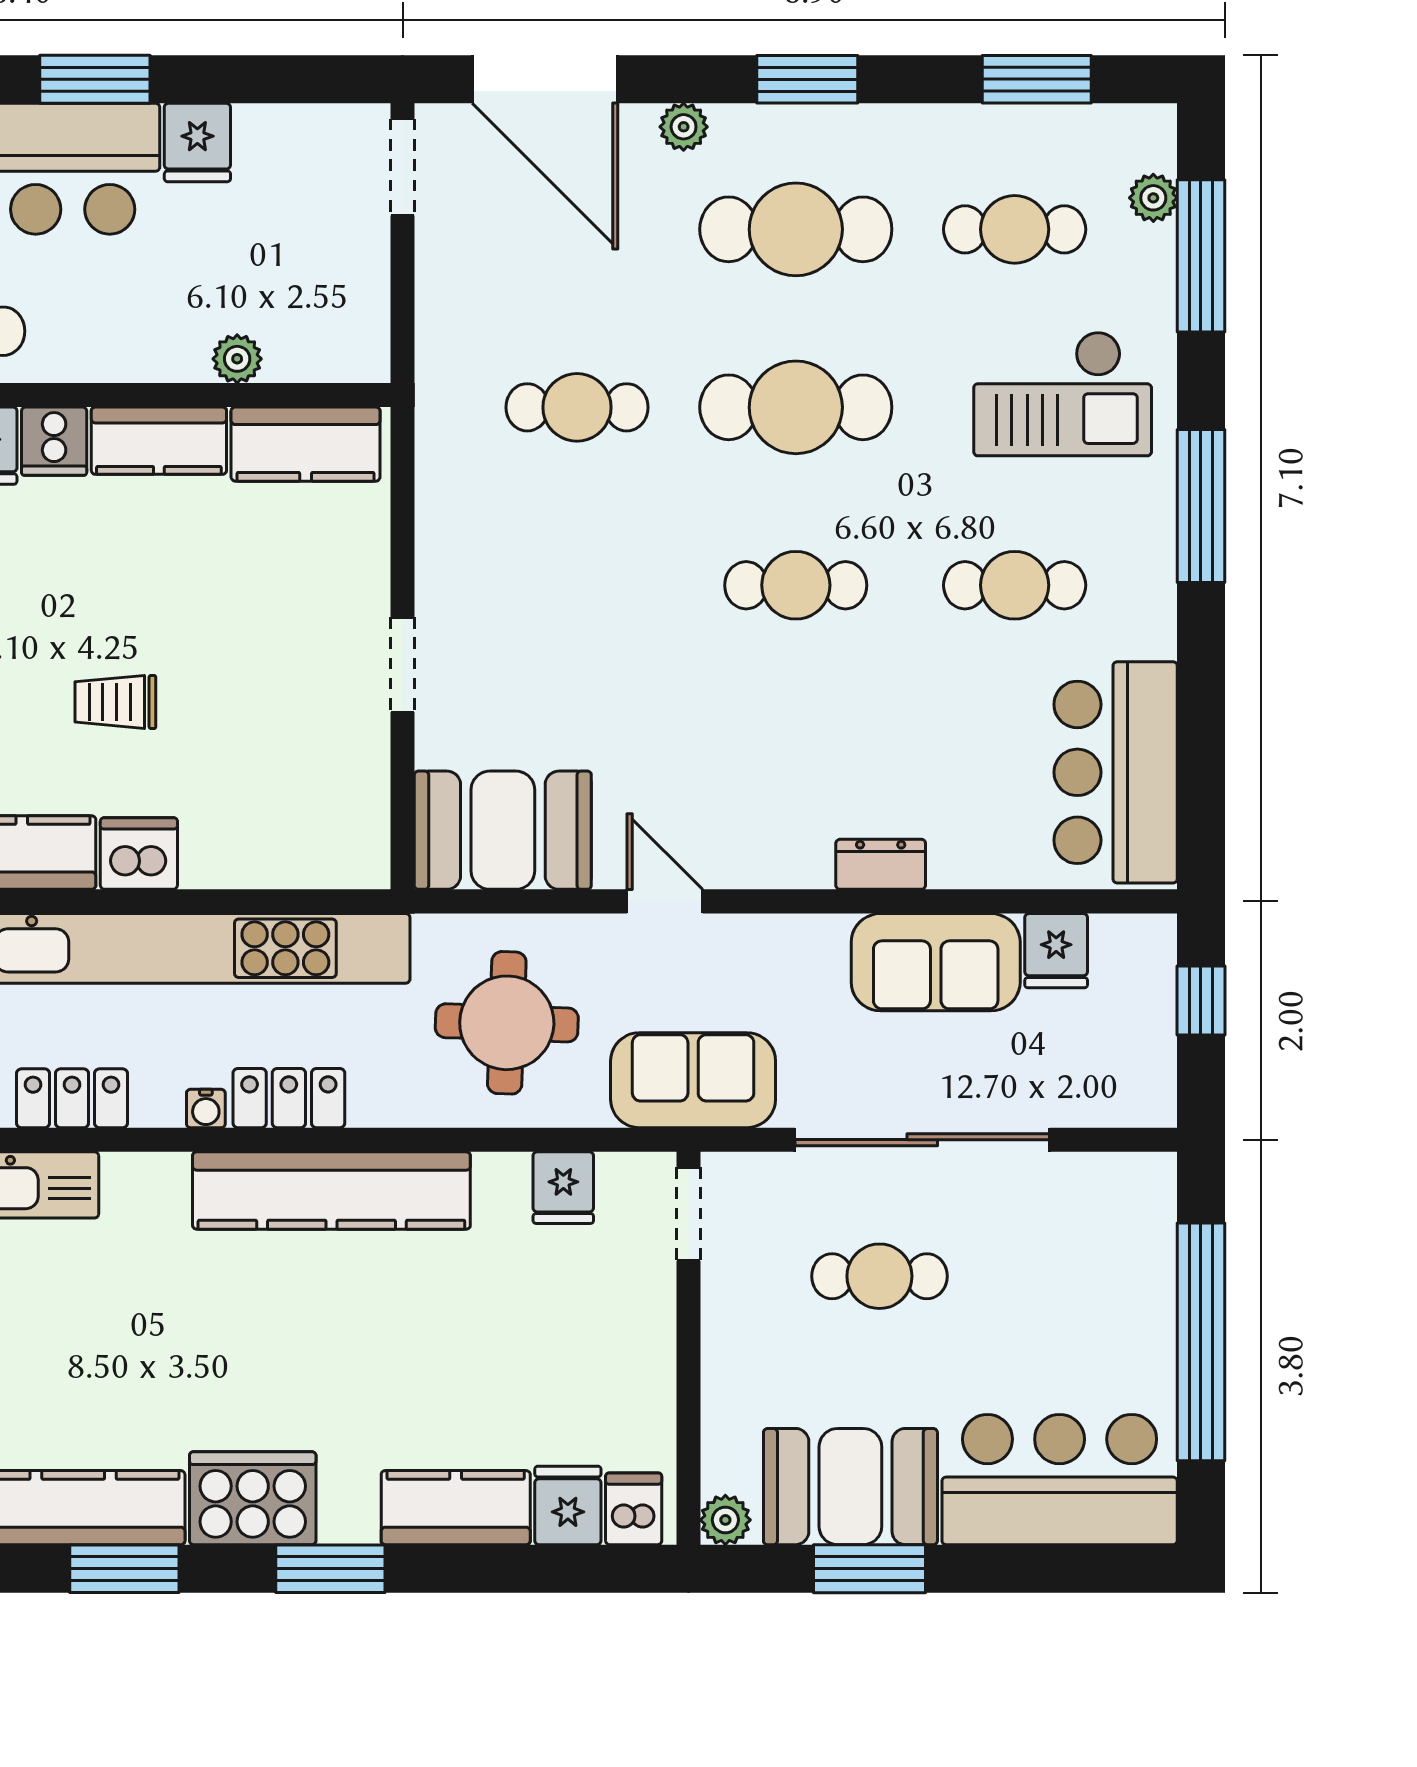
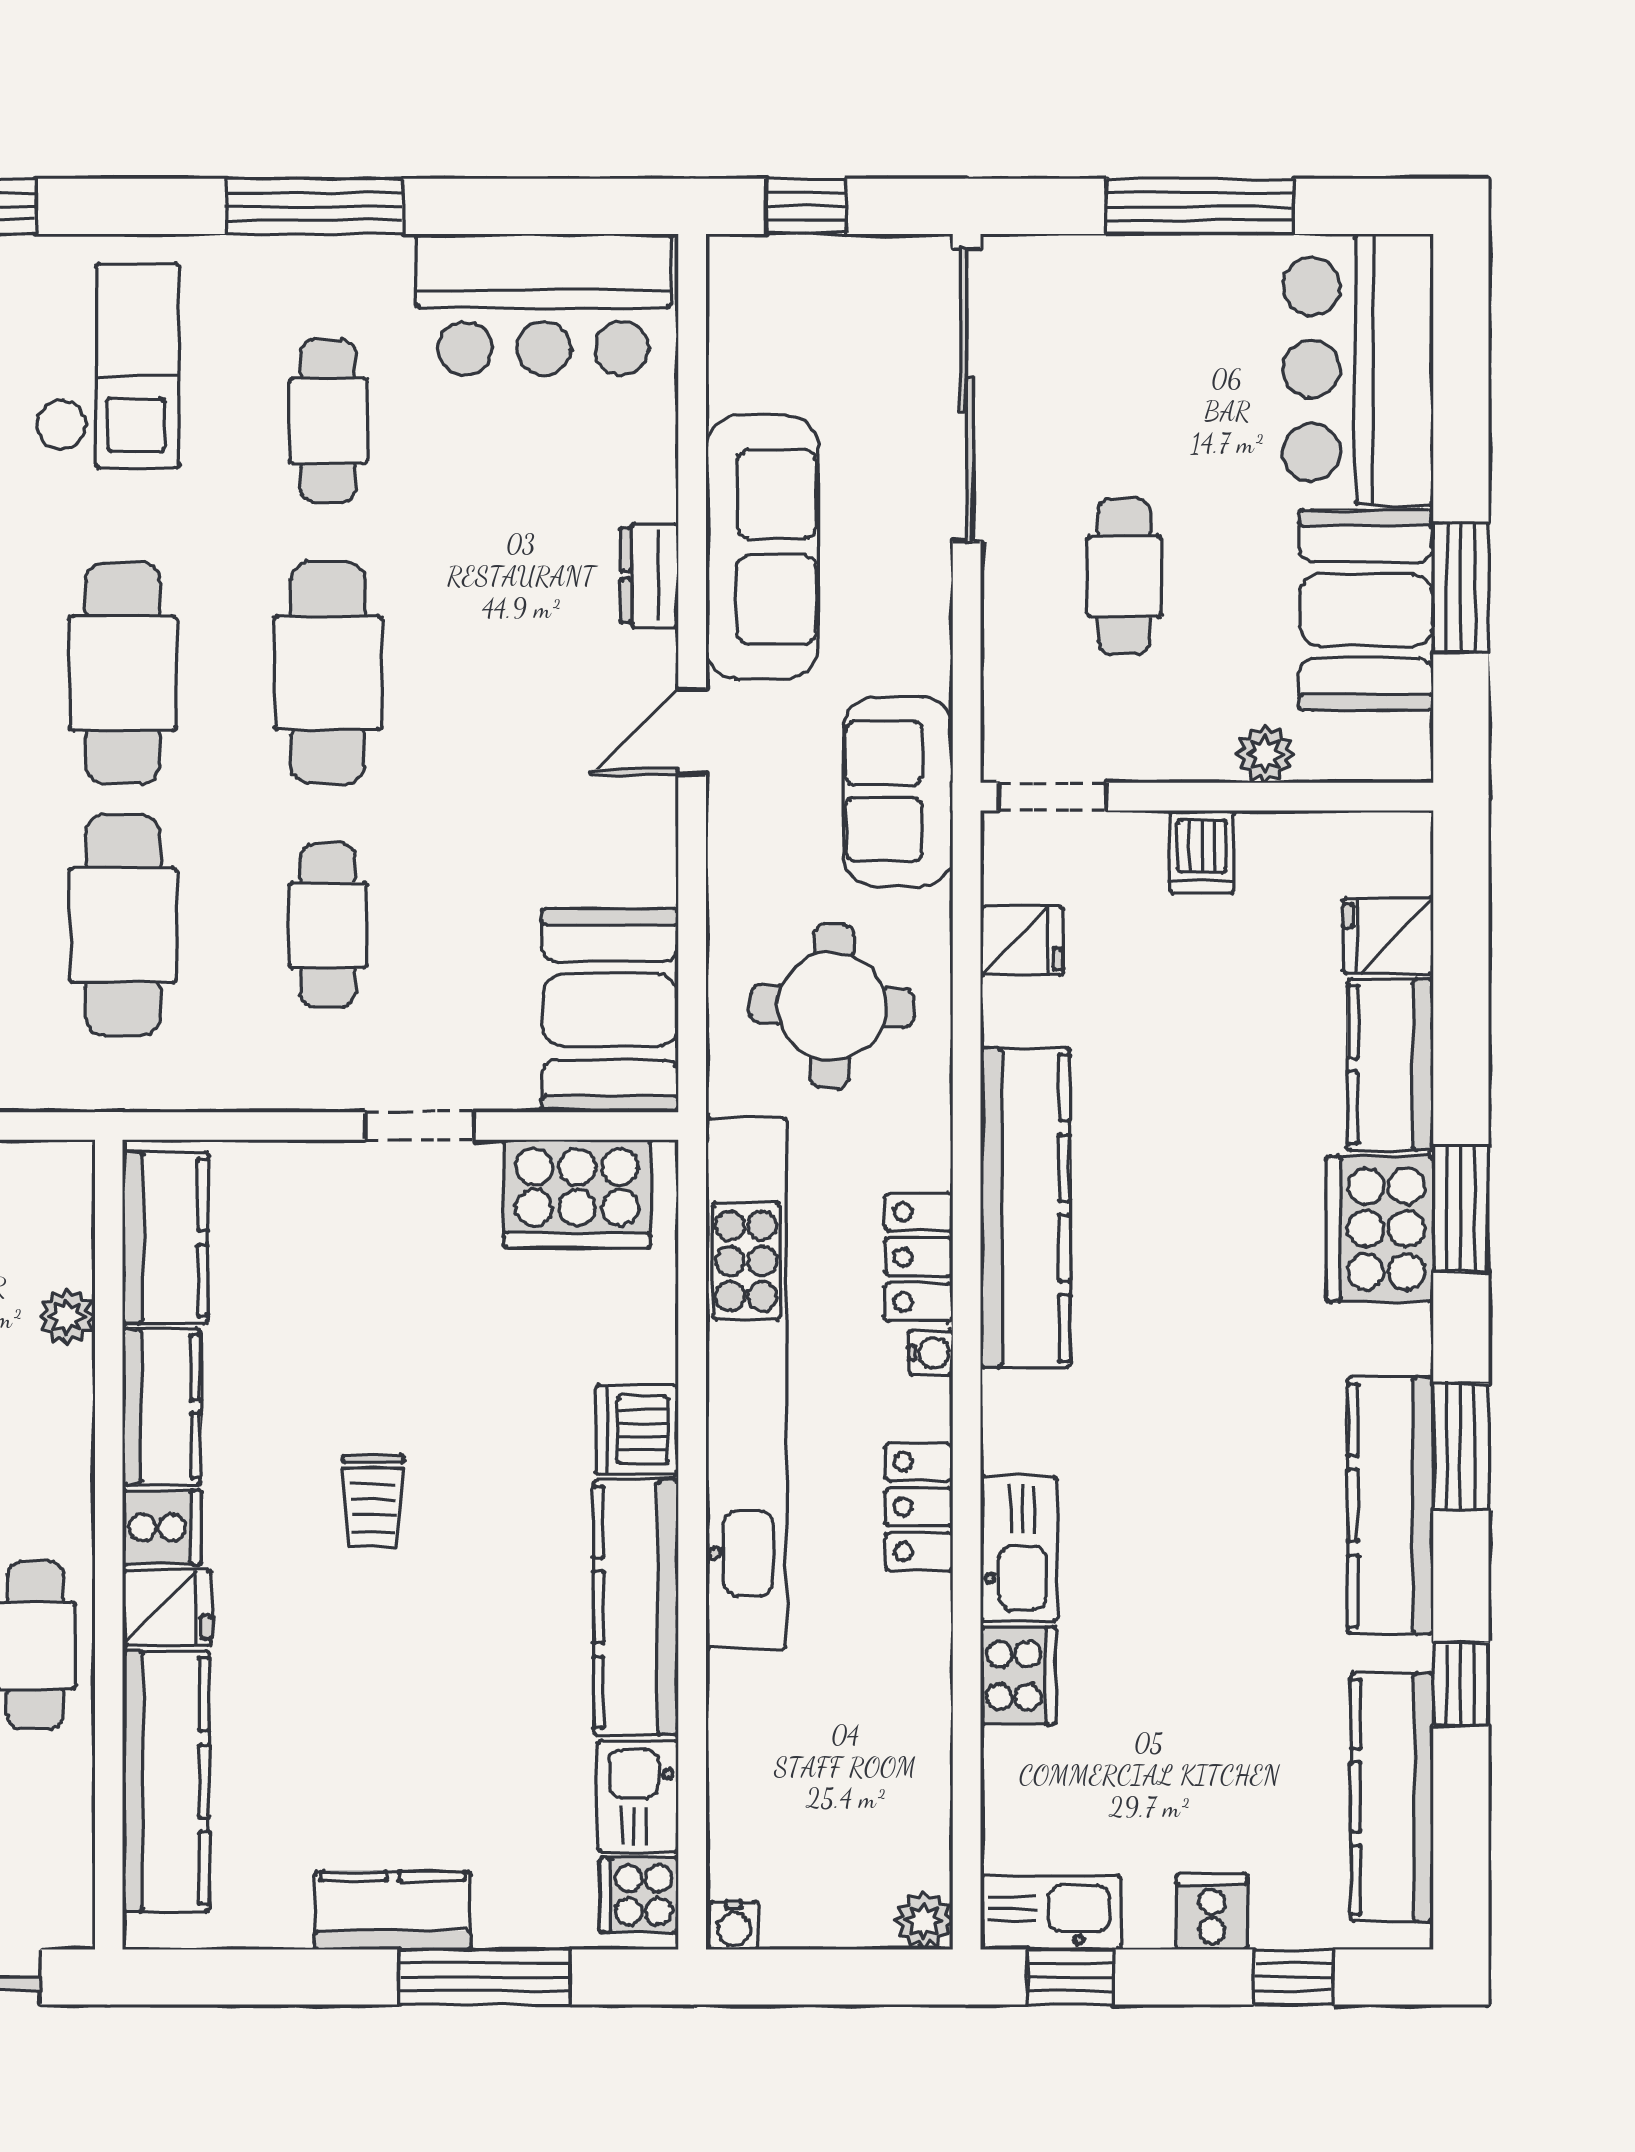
cafe table: (577, 407) -> (123, 925), width x1.37, depth x1.35
window: (1201, 506) -> (315, 206), moved
cafe table: (577, 585) -> (328, 925), added
cafe table: (796, 585) -> (328, 673), width x1.37, depth x1.35
trolley: (115, 702) -> (373, 1501), moved
cooker: (344, 802) -> (577, 1194), added
door: (665, 901) -> (692, 732), moved
fridge: (1056, 951) -> (749, 373), removed
sofa: (936, 962) -> (762, 547), width x1.36
sliding door: (922, 1140) -> (967, 395), moved
window: (1201, 1342) -> (1200, 206), width x0.68
cooker: (253, 1498) -> (1380, 1229), moved
dishwasher: (634, 1509) -> (1202, 852), moved, turned -90
plant: (725, 1520) -> (1265, 754), moved

